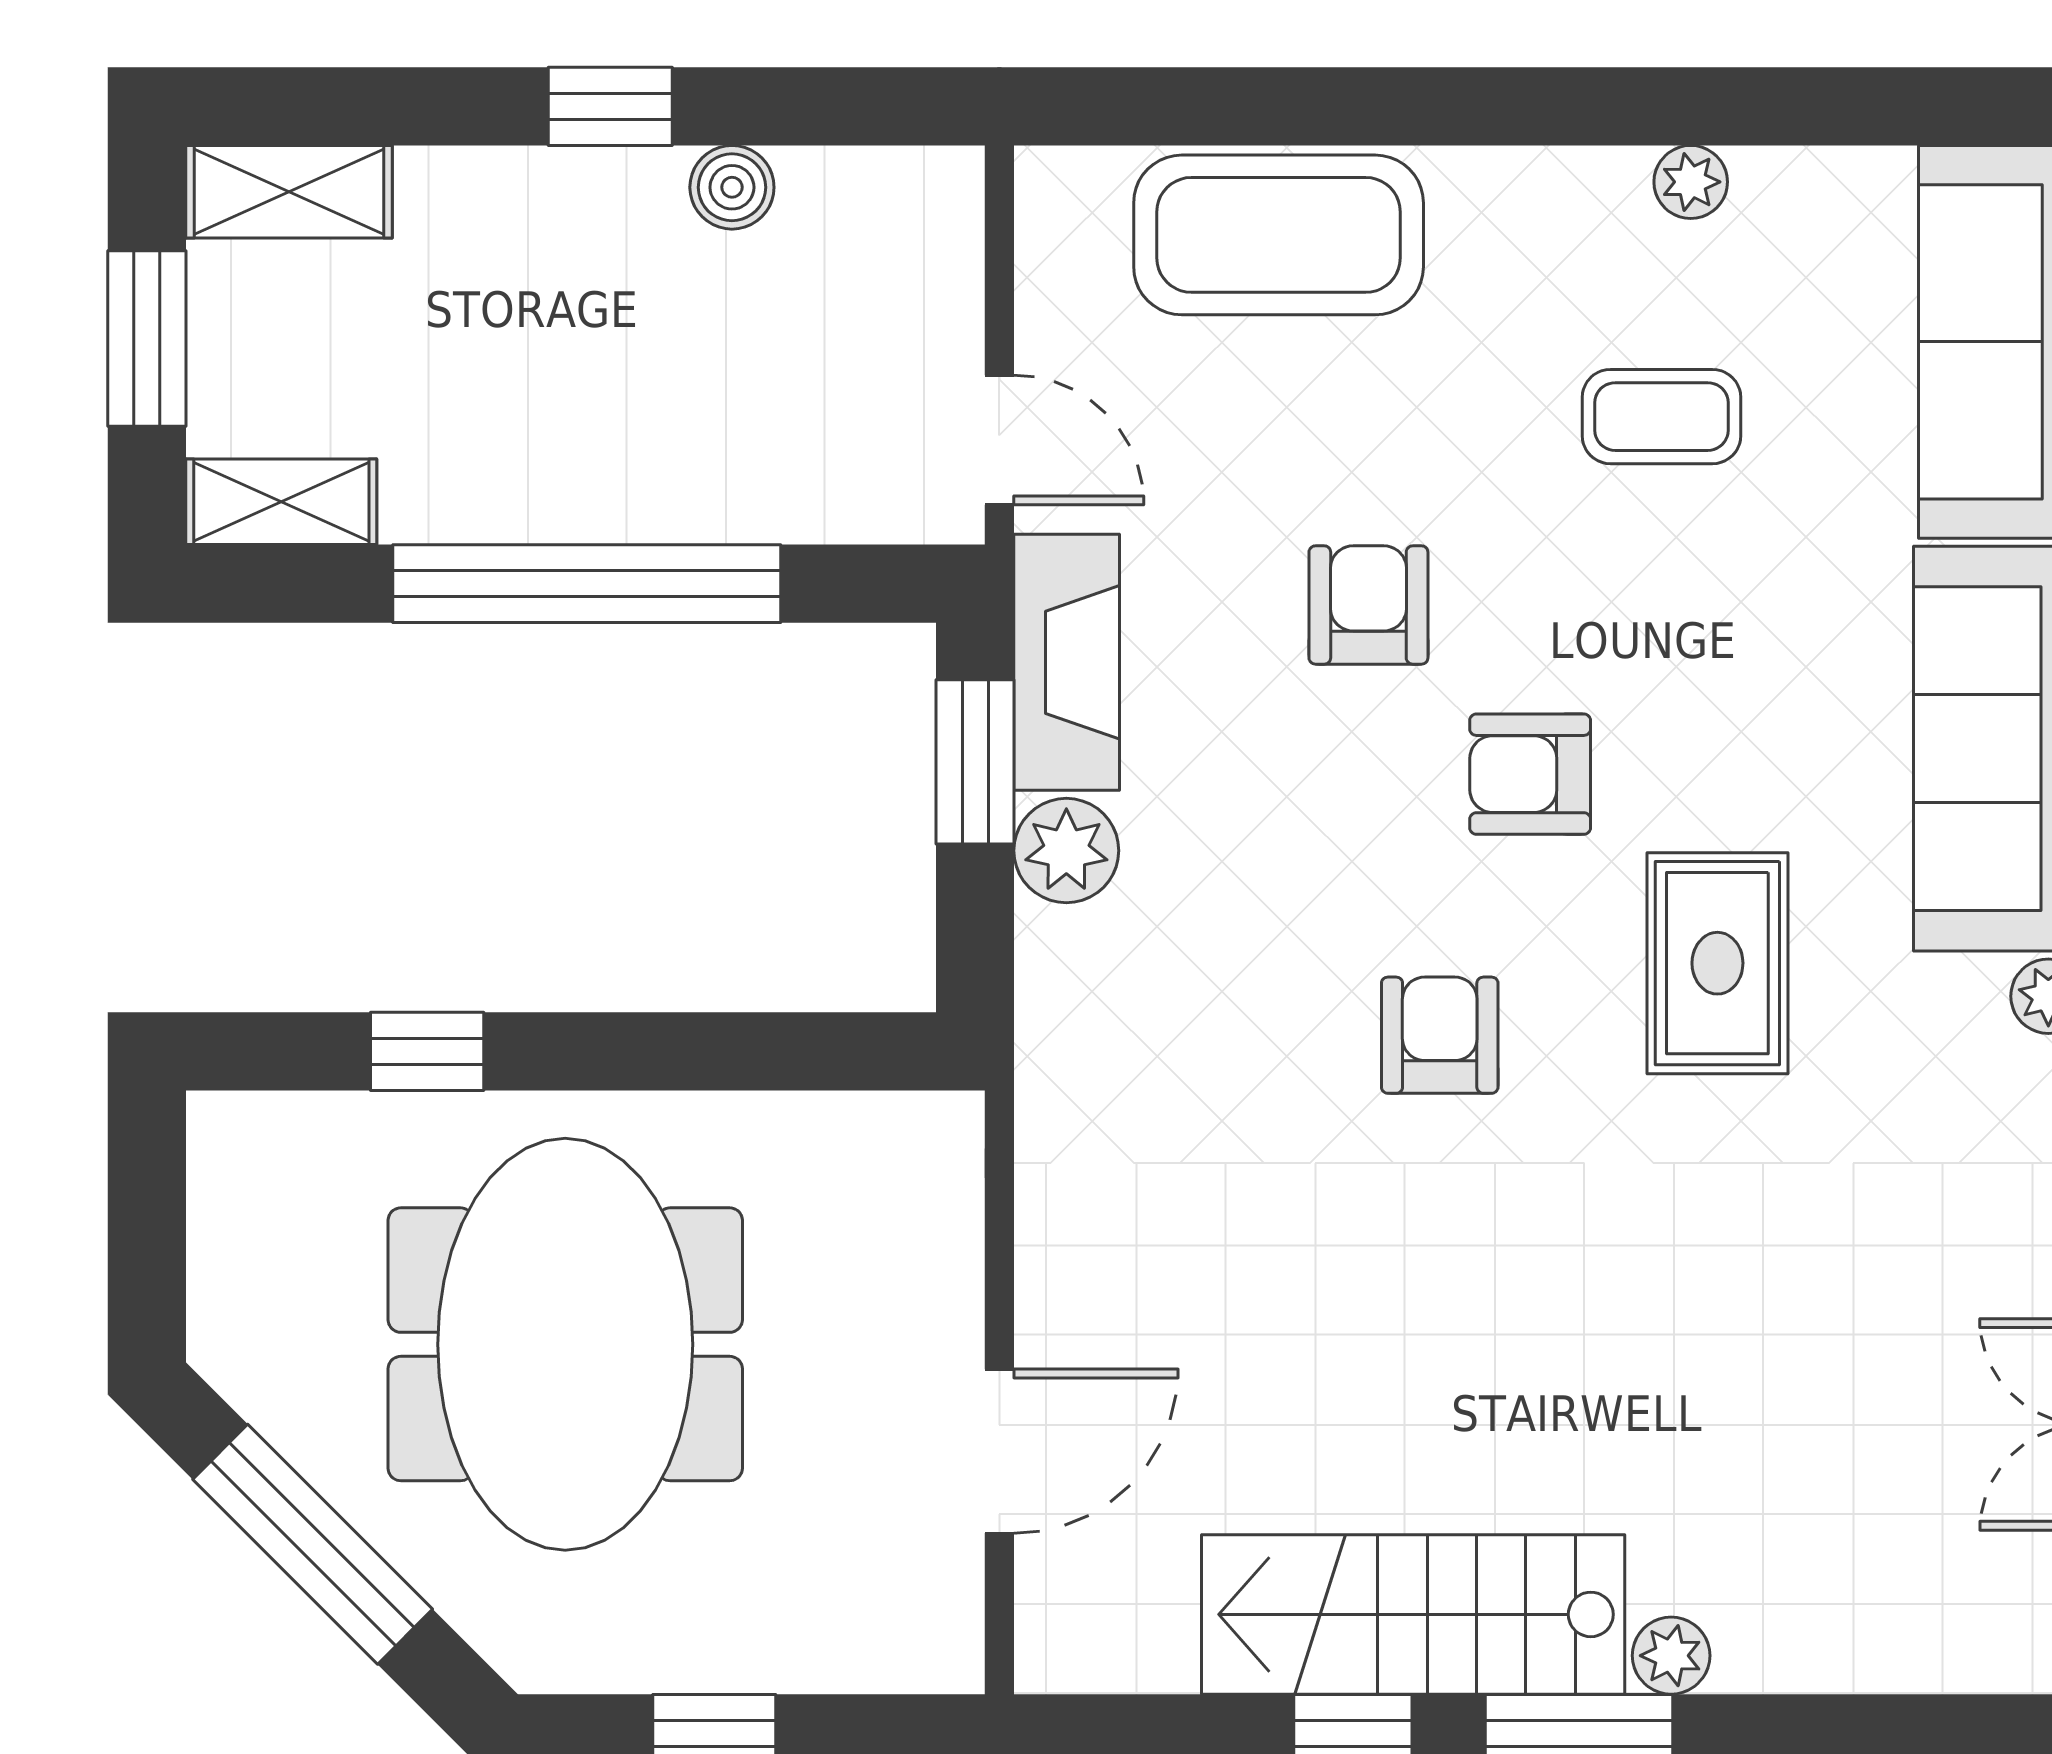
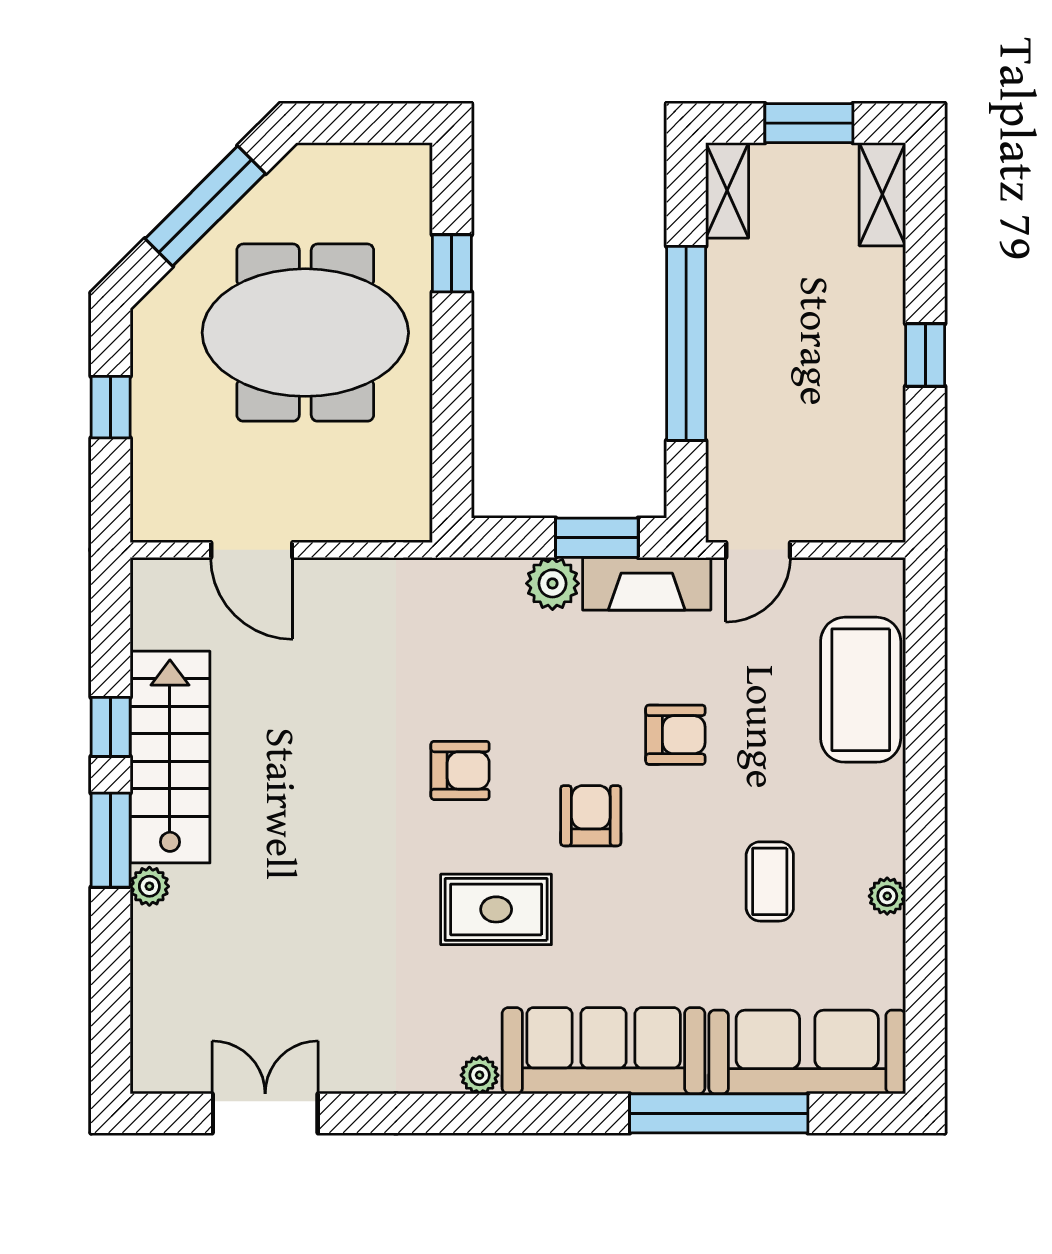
boiler: (732, 187) -> (885, 416), removed

